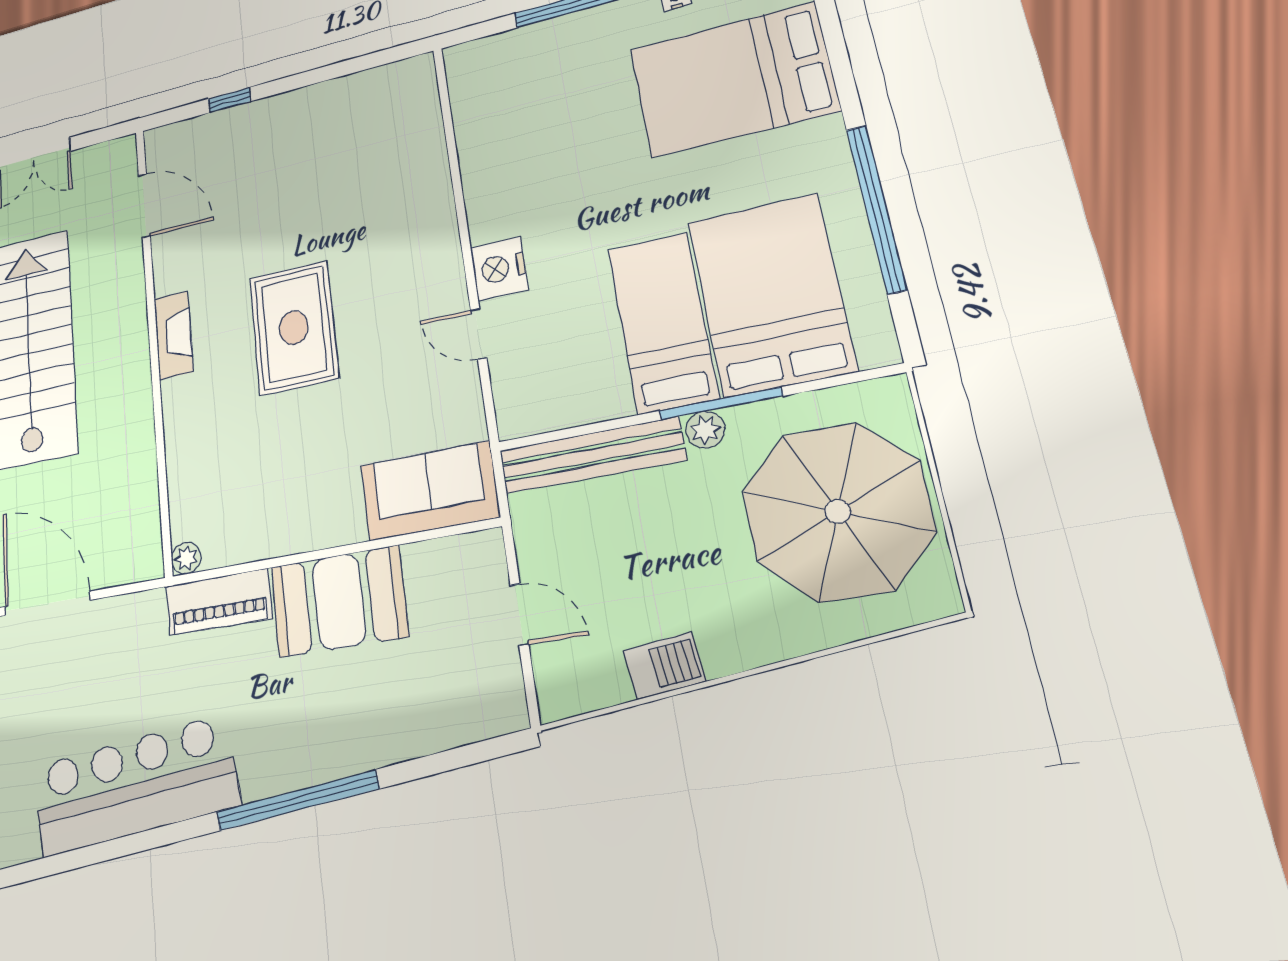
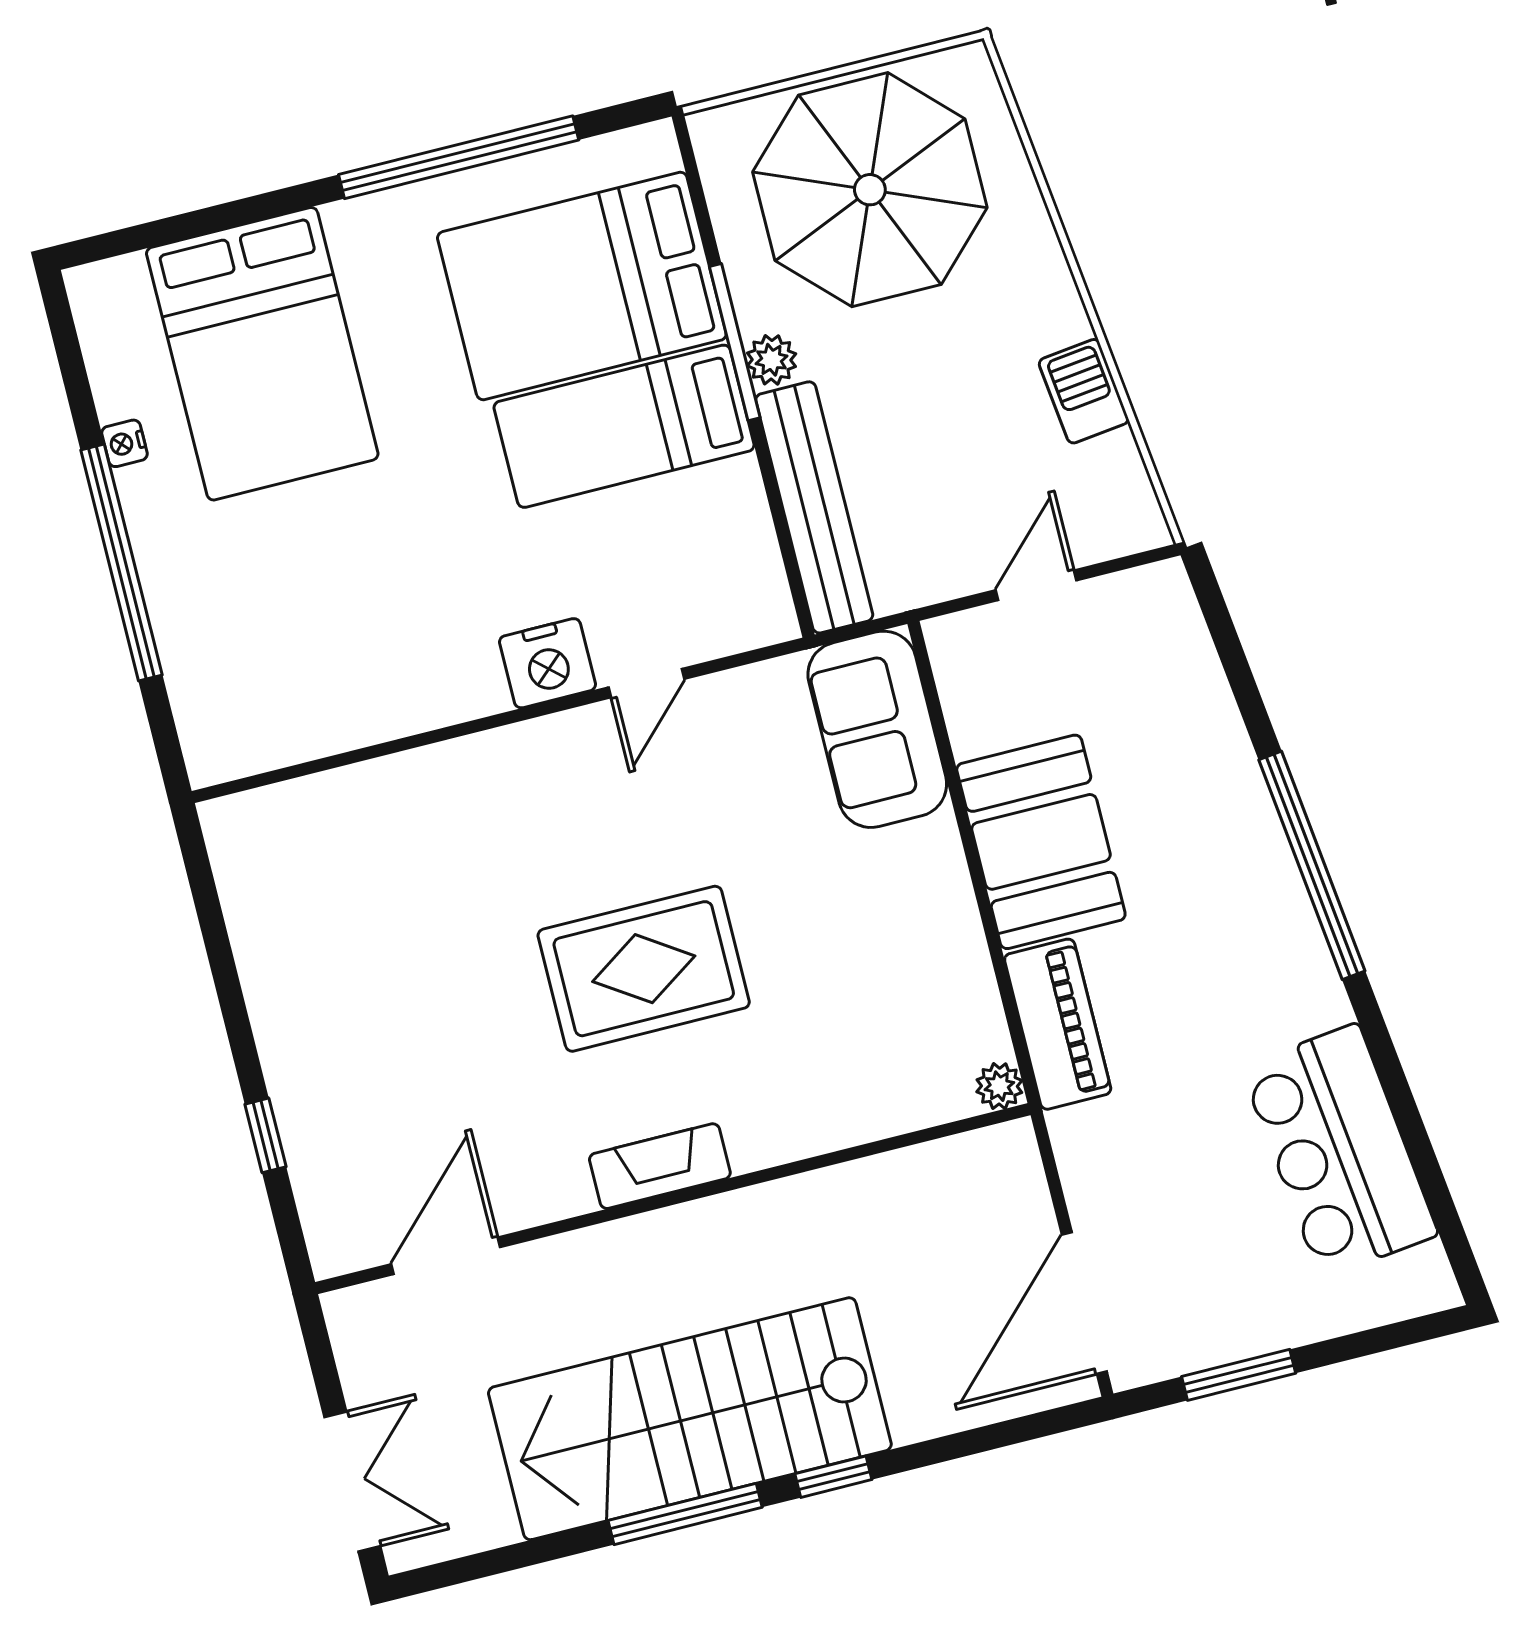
bar counter: (134, 786) -> (1339, 1151), width x0.73

